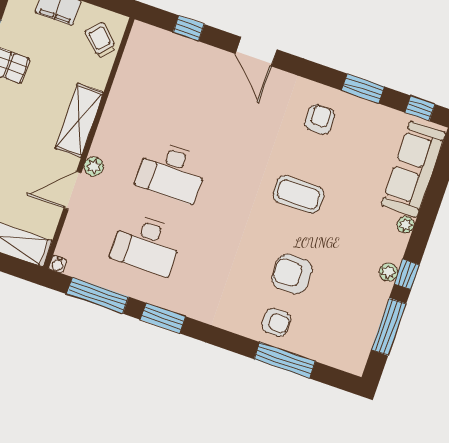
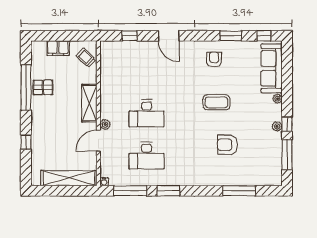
armchair: (276, 322) -> (228, 173), removed

